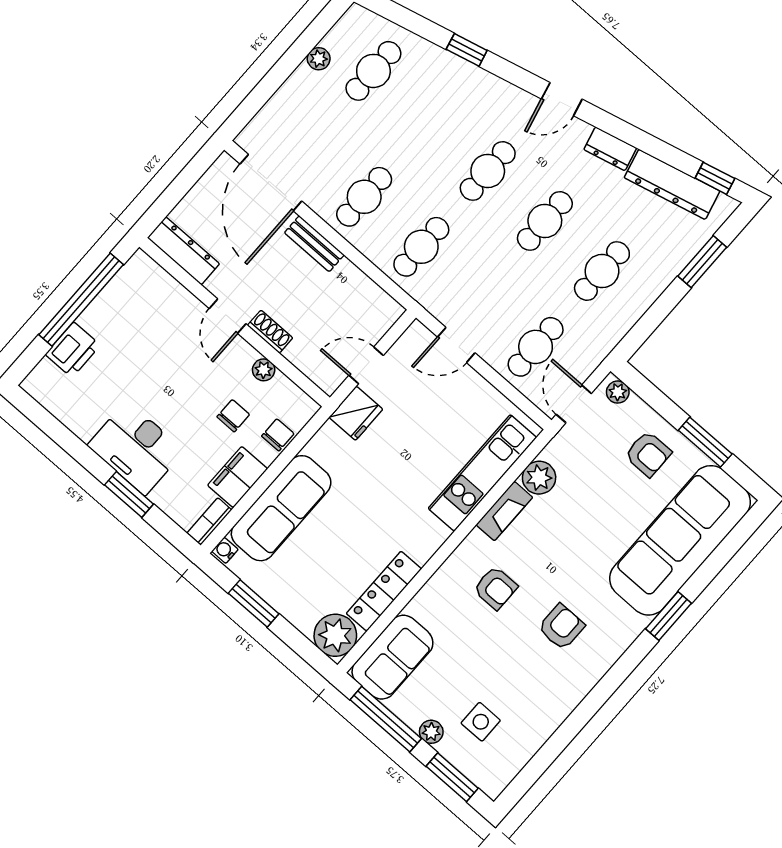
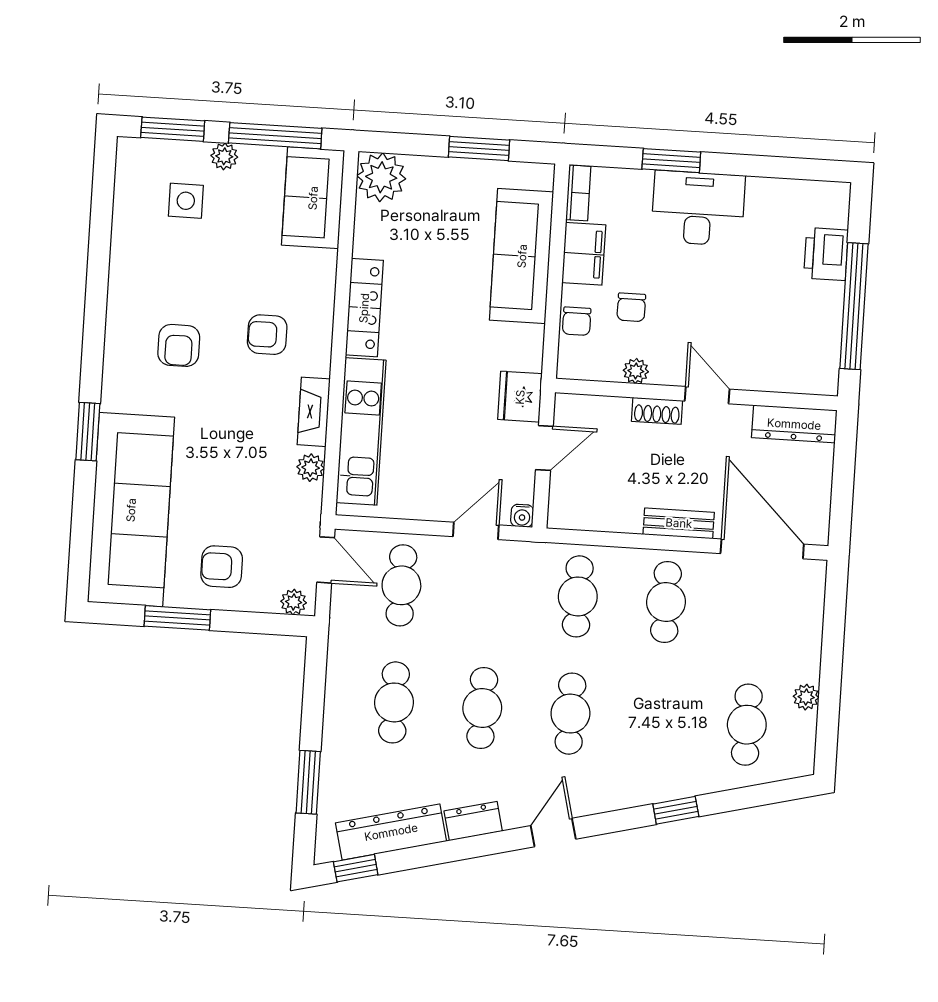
plant: (539, 478) -> (311, 468), width x0.73, depth x0.73
water cooler: (225, 550) -> (522, 516), moved, turned 90
locker: (384, 591) -> (364, 308), moved

